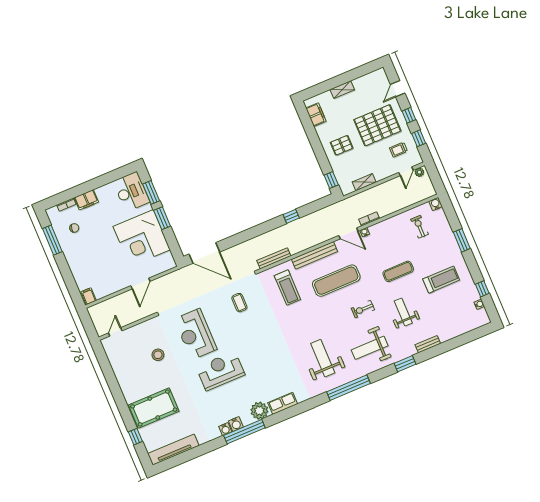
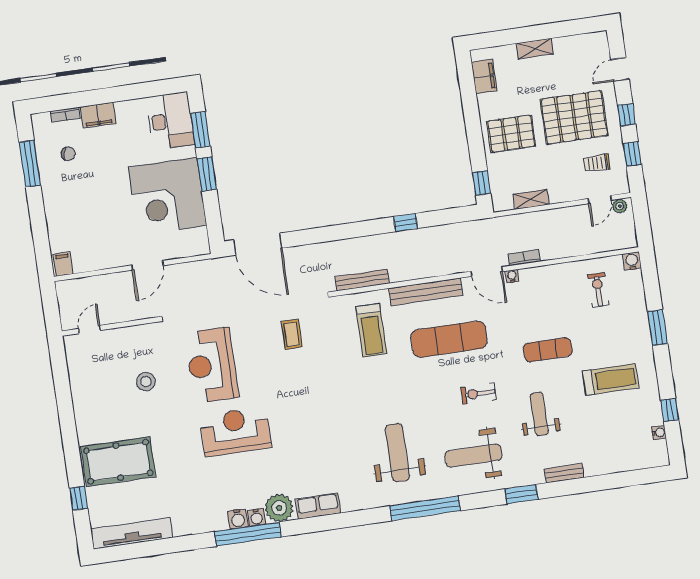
pallet: (342, 145) -> (511, 134), width x1.50, depth x1.42
water cooler: (225, 429) -> (257, 517), moved

